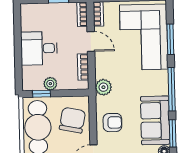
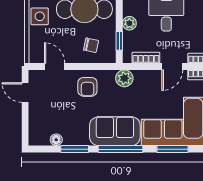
window: (42, 94) -> (119, 41), moved
chair: (72, 120) -> (91, 45), width x0.54, depth x0.54
sofa: (155, 120) -> (115, 131), moved

